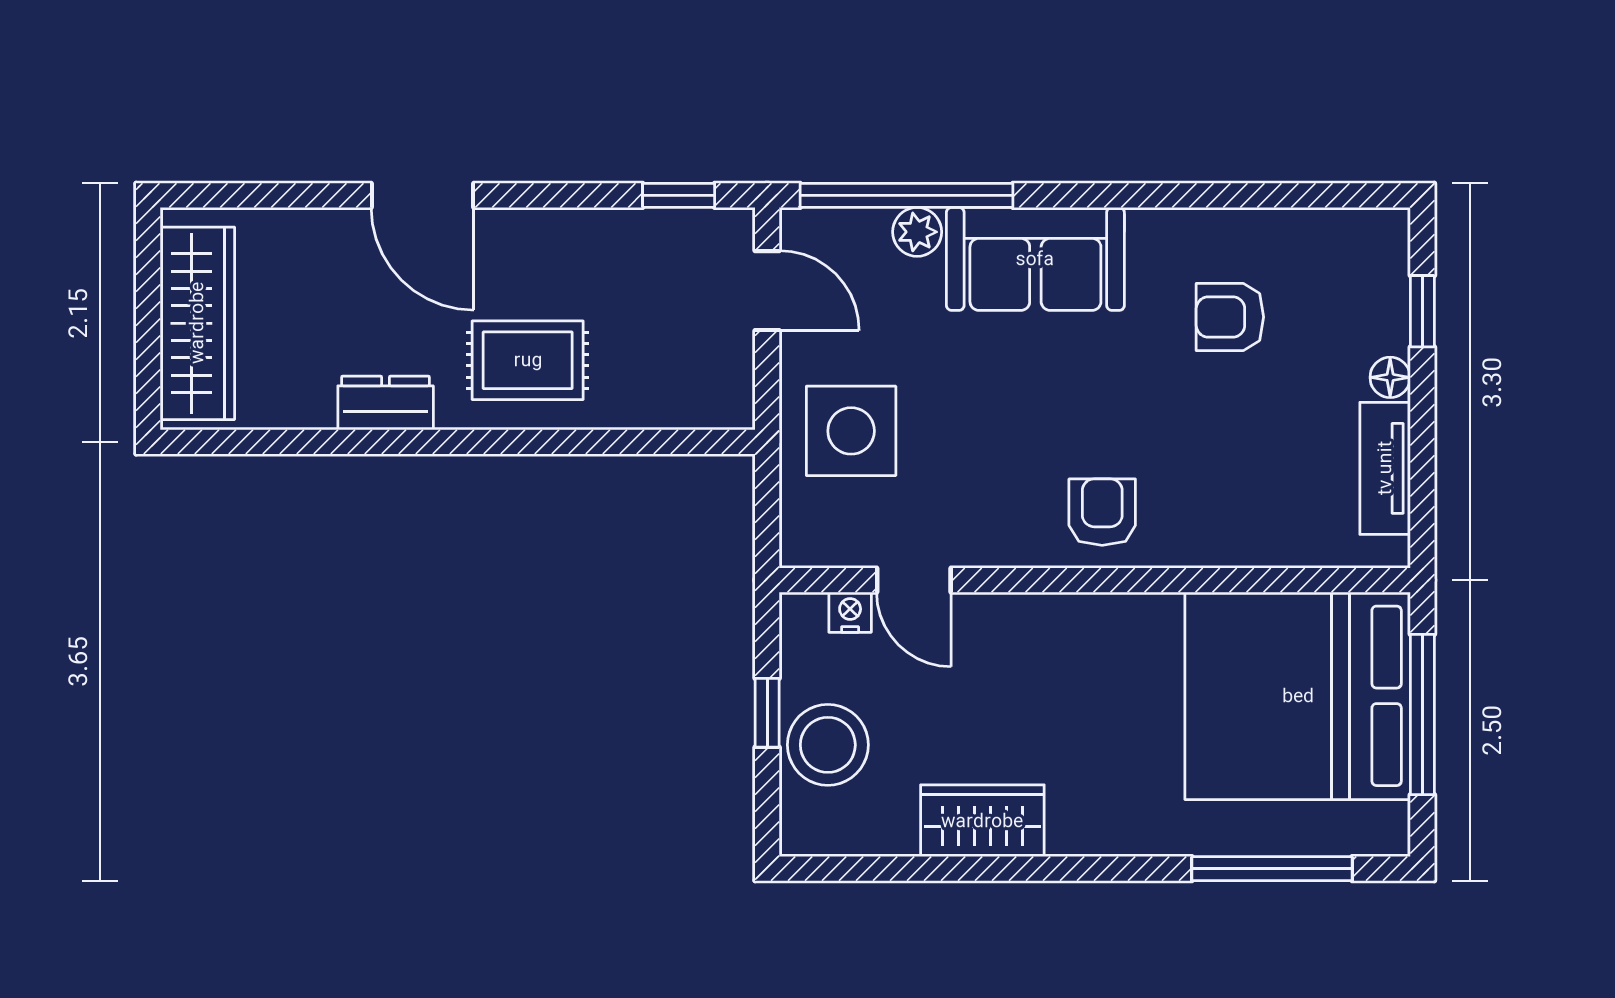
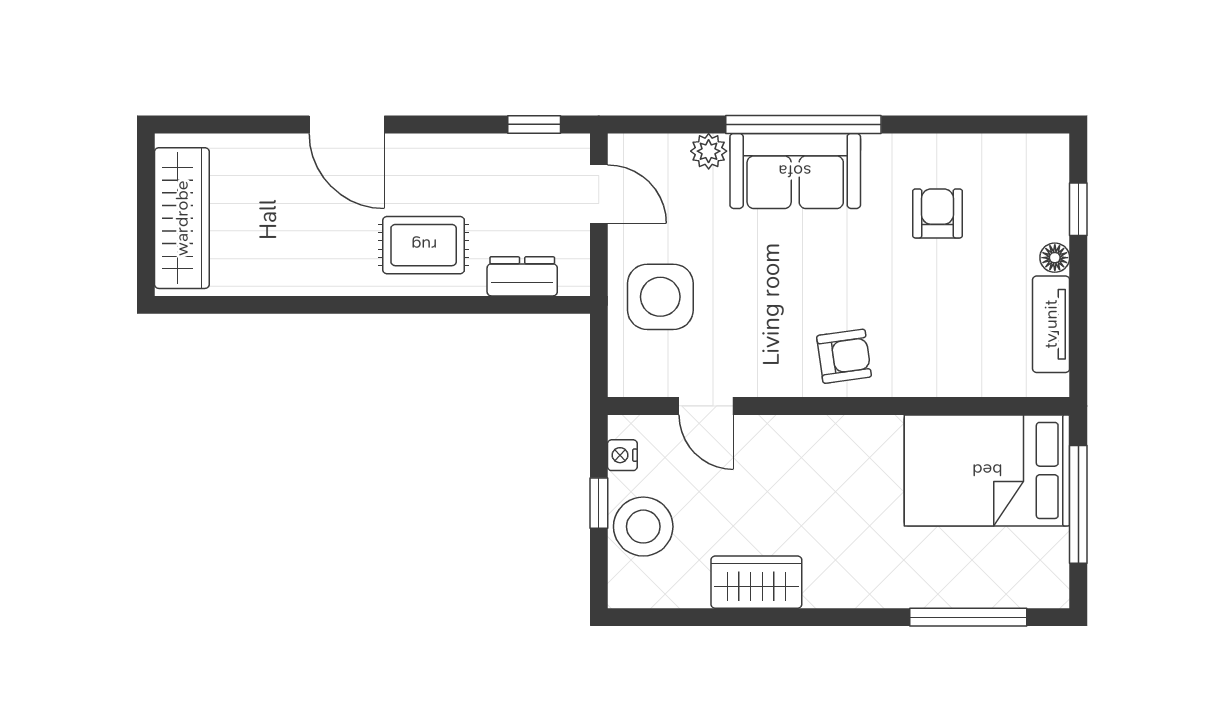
window: (907, 195) -> (803, 124), moved
armchair: (1230, 317) -> (937, 213), turned 90
dresser: (386, 403) -> (522, 276), moved
armchair: (1102, 512) -> (844, 356), turned 82
nightstand: (850, 612) -> (622, 455), moved, turned -90
bed: (1298, 696) -> (987, 470), width x0.73

